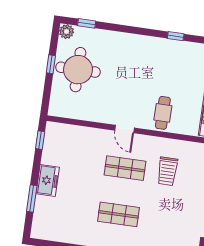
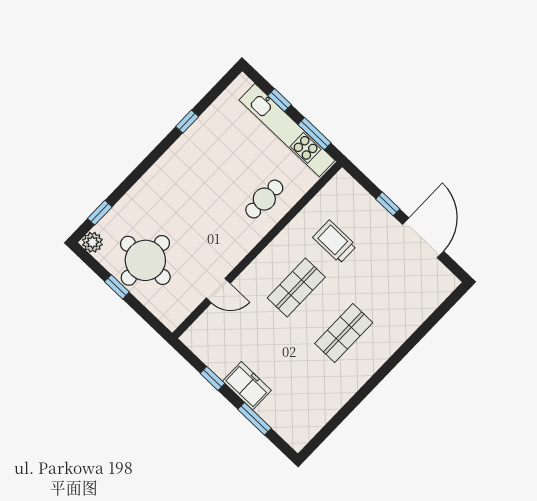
cafe table: (163, 113) -> (264, 199), turned 90
door: (125, 129) -> (218, 291), moved
window: (40, 140) -> (212, 378), moved
trolley: (167, 171) -> (335, 242), turned 180

